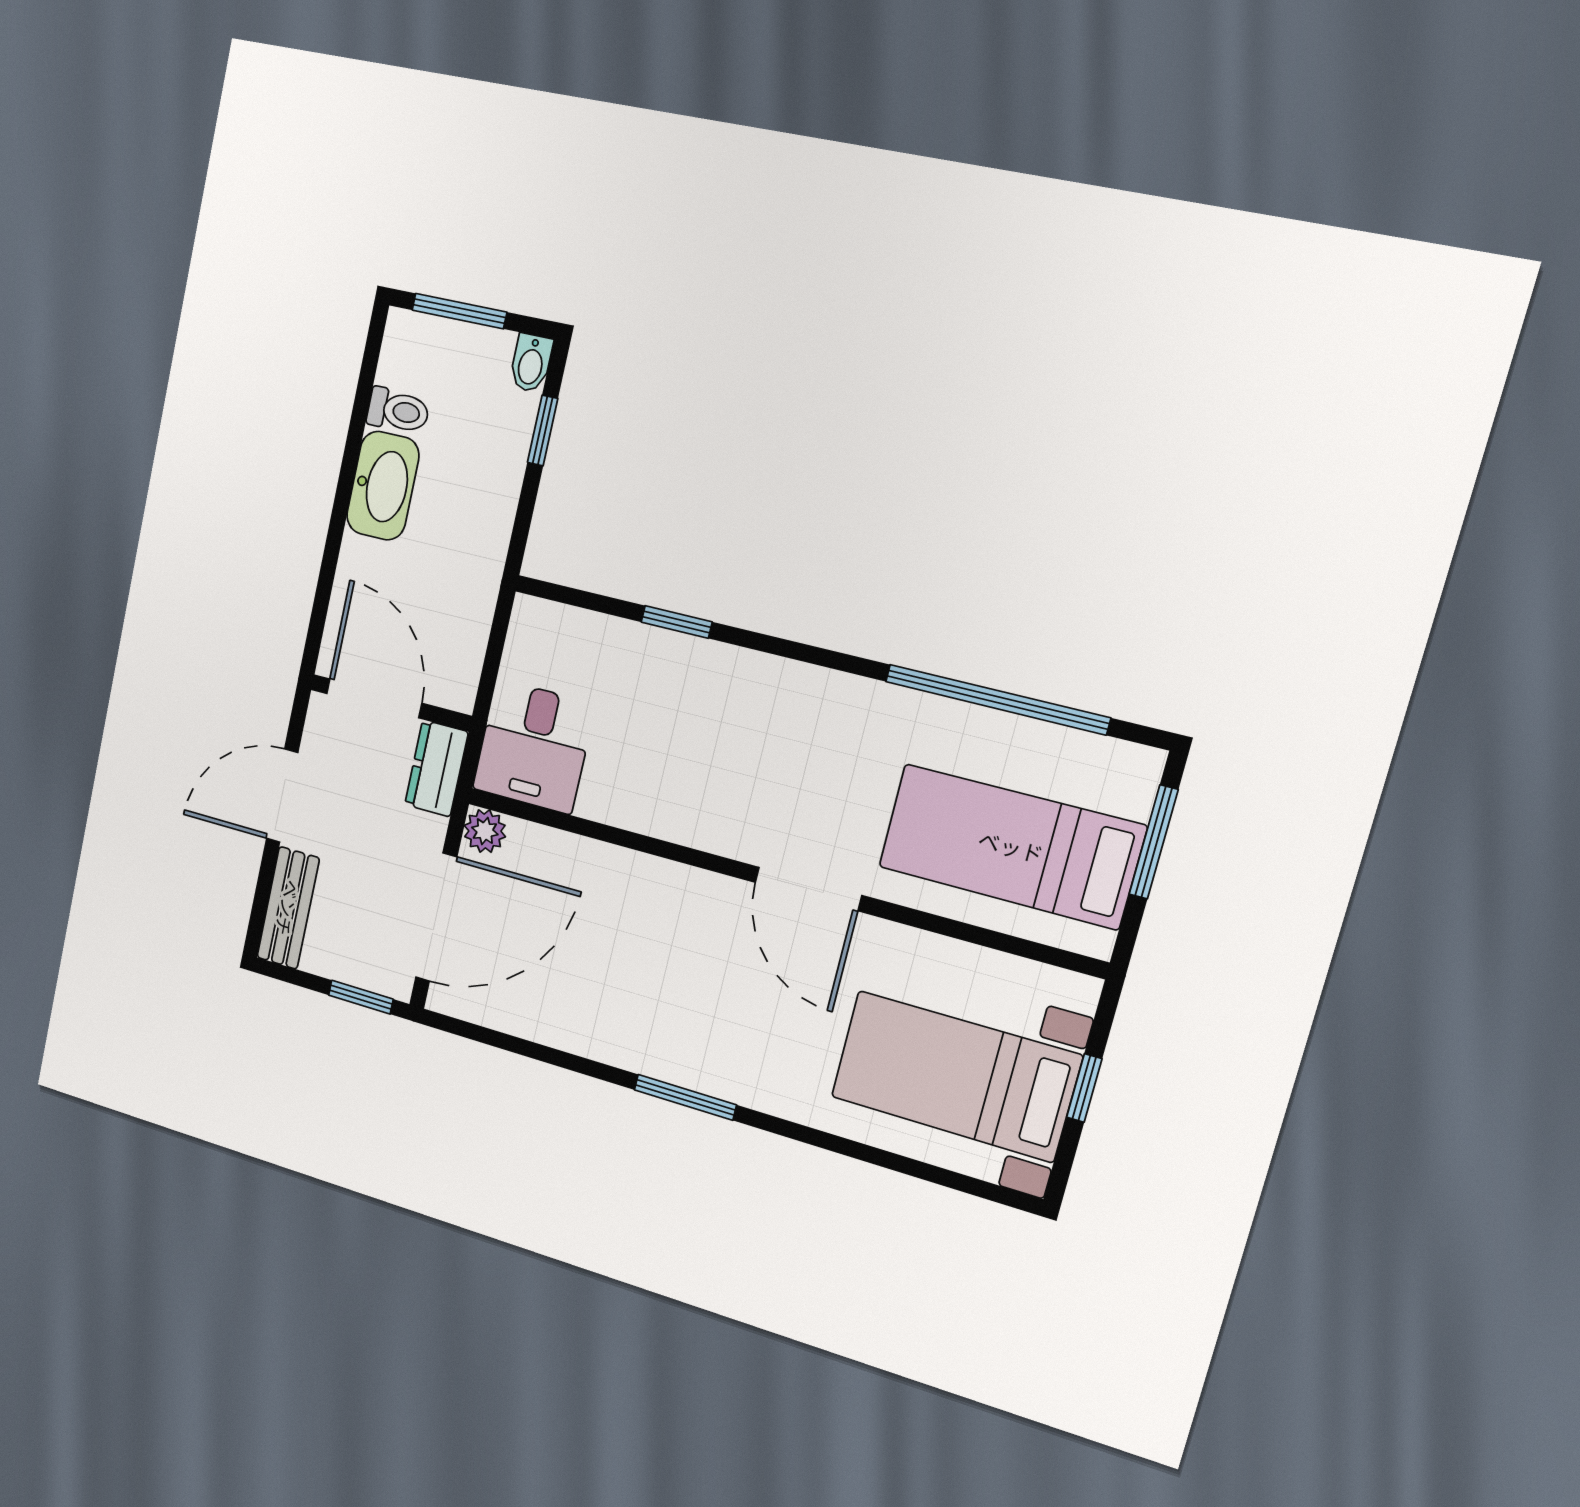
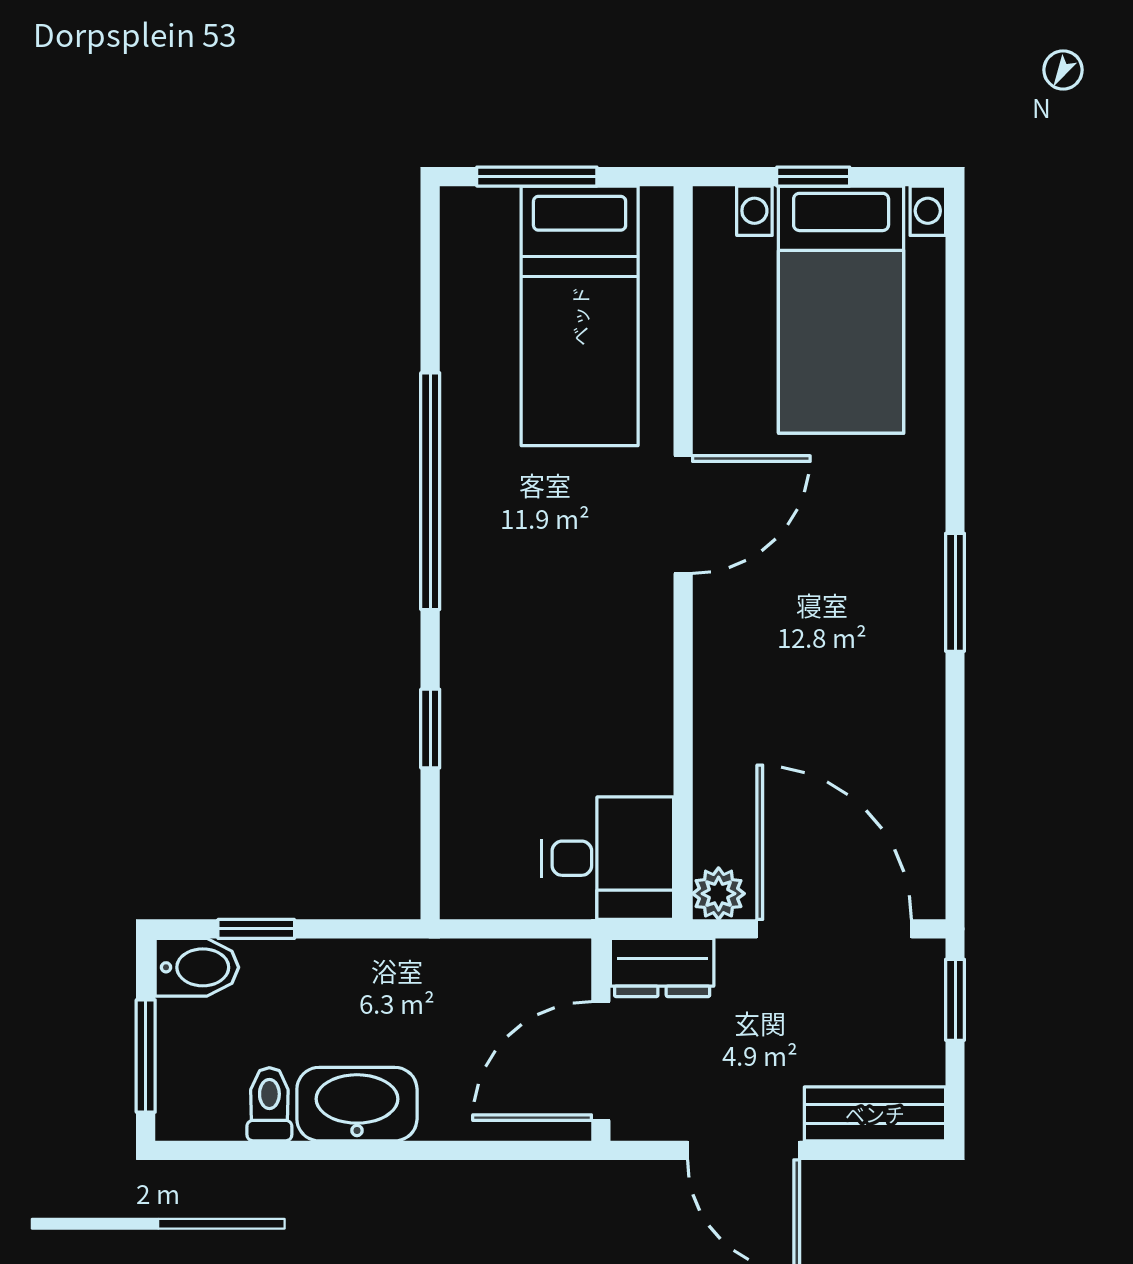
bidet: (531, 363) -> (197, 967), width x1.38, depth x1.36
window: (997, 699) -> (430, 491), moved

